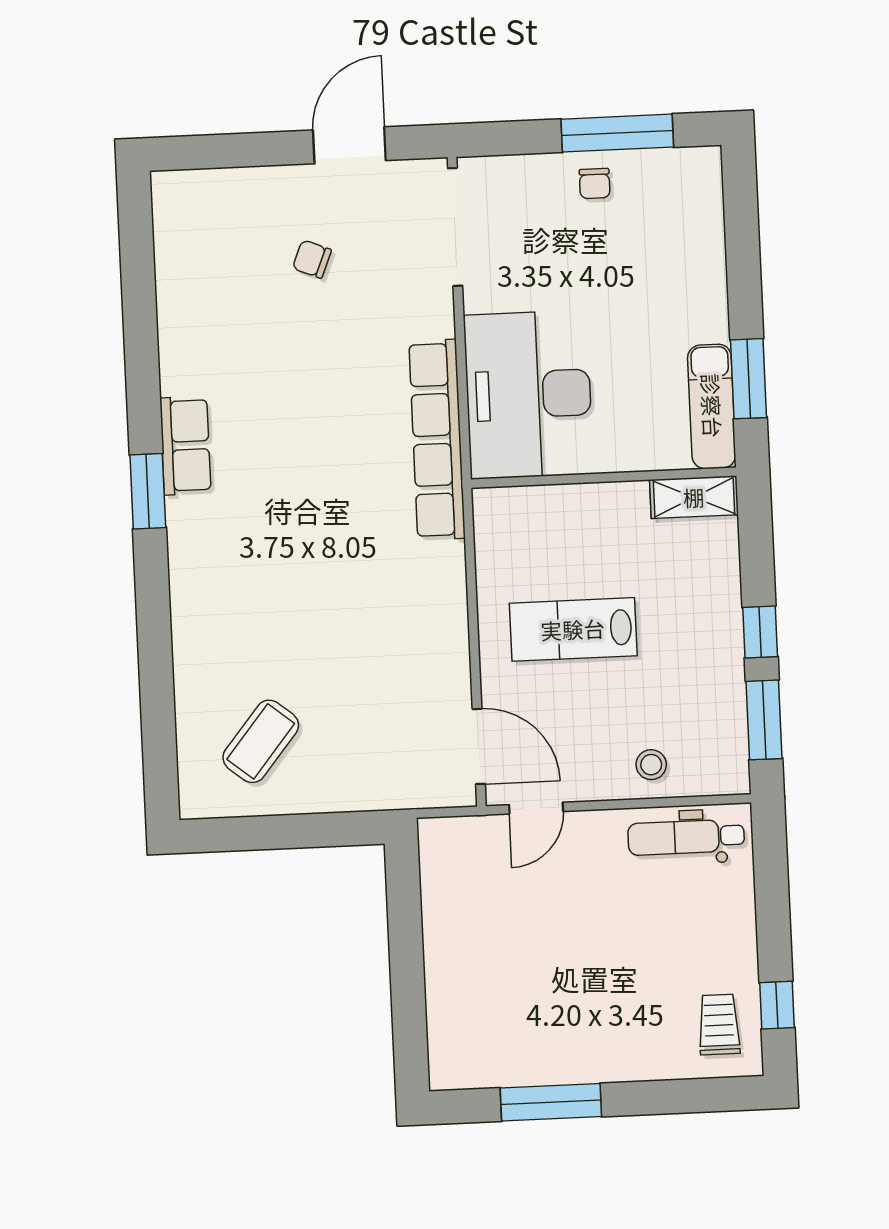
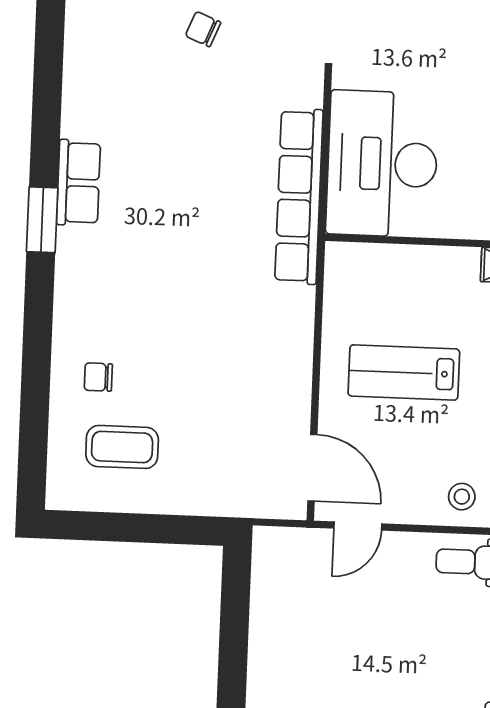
chair: (227, 664) -> (98, 377), added
coffee table: (261, 741) -> (122, 447), turned 51

